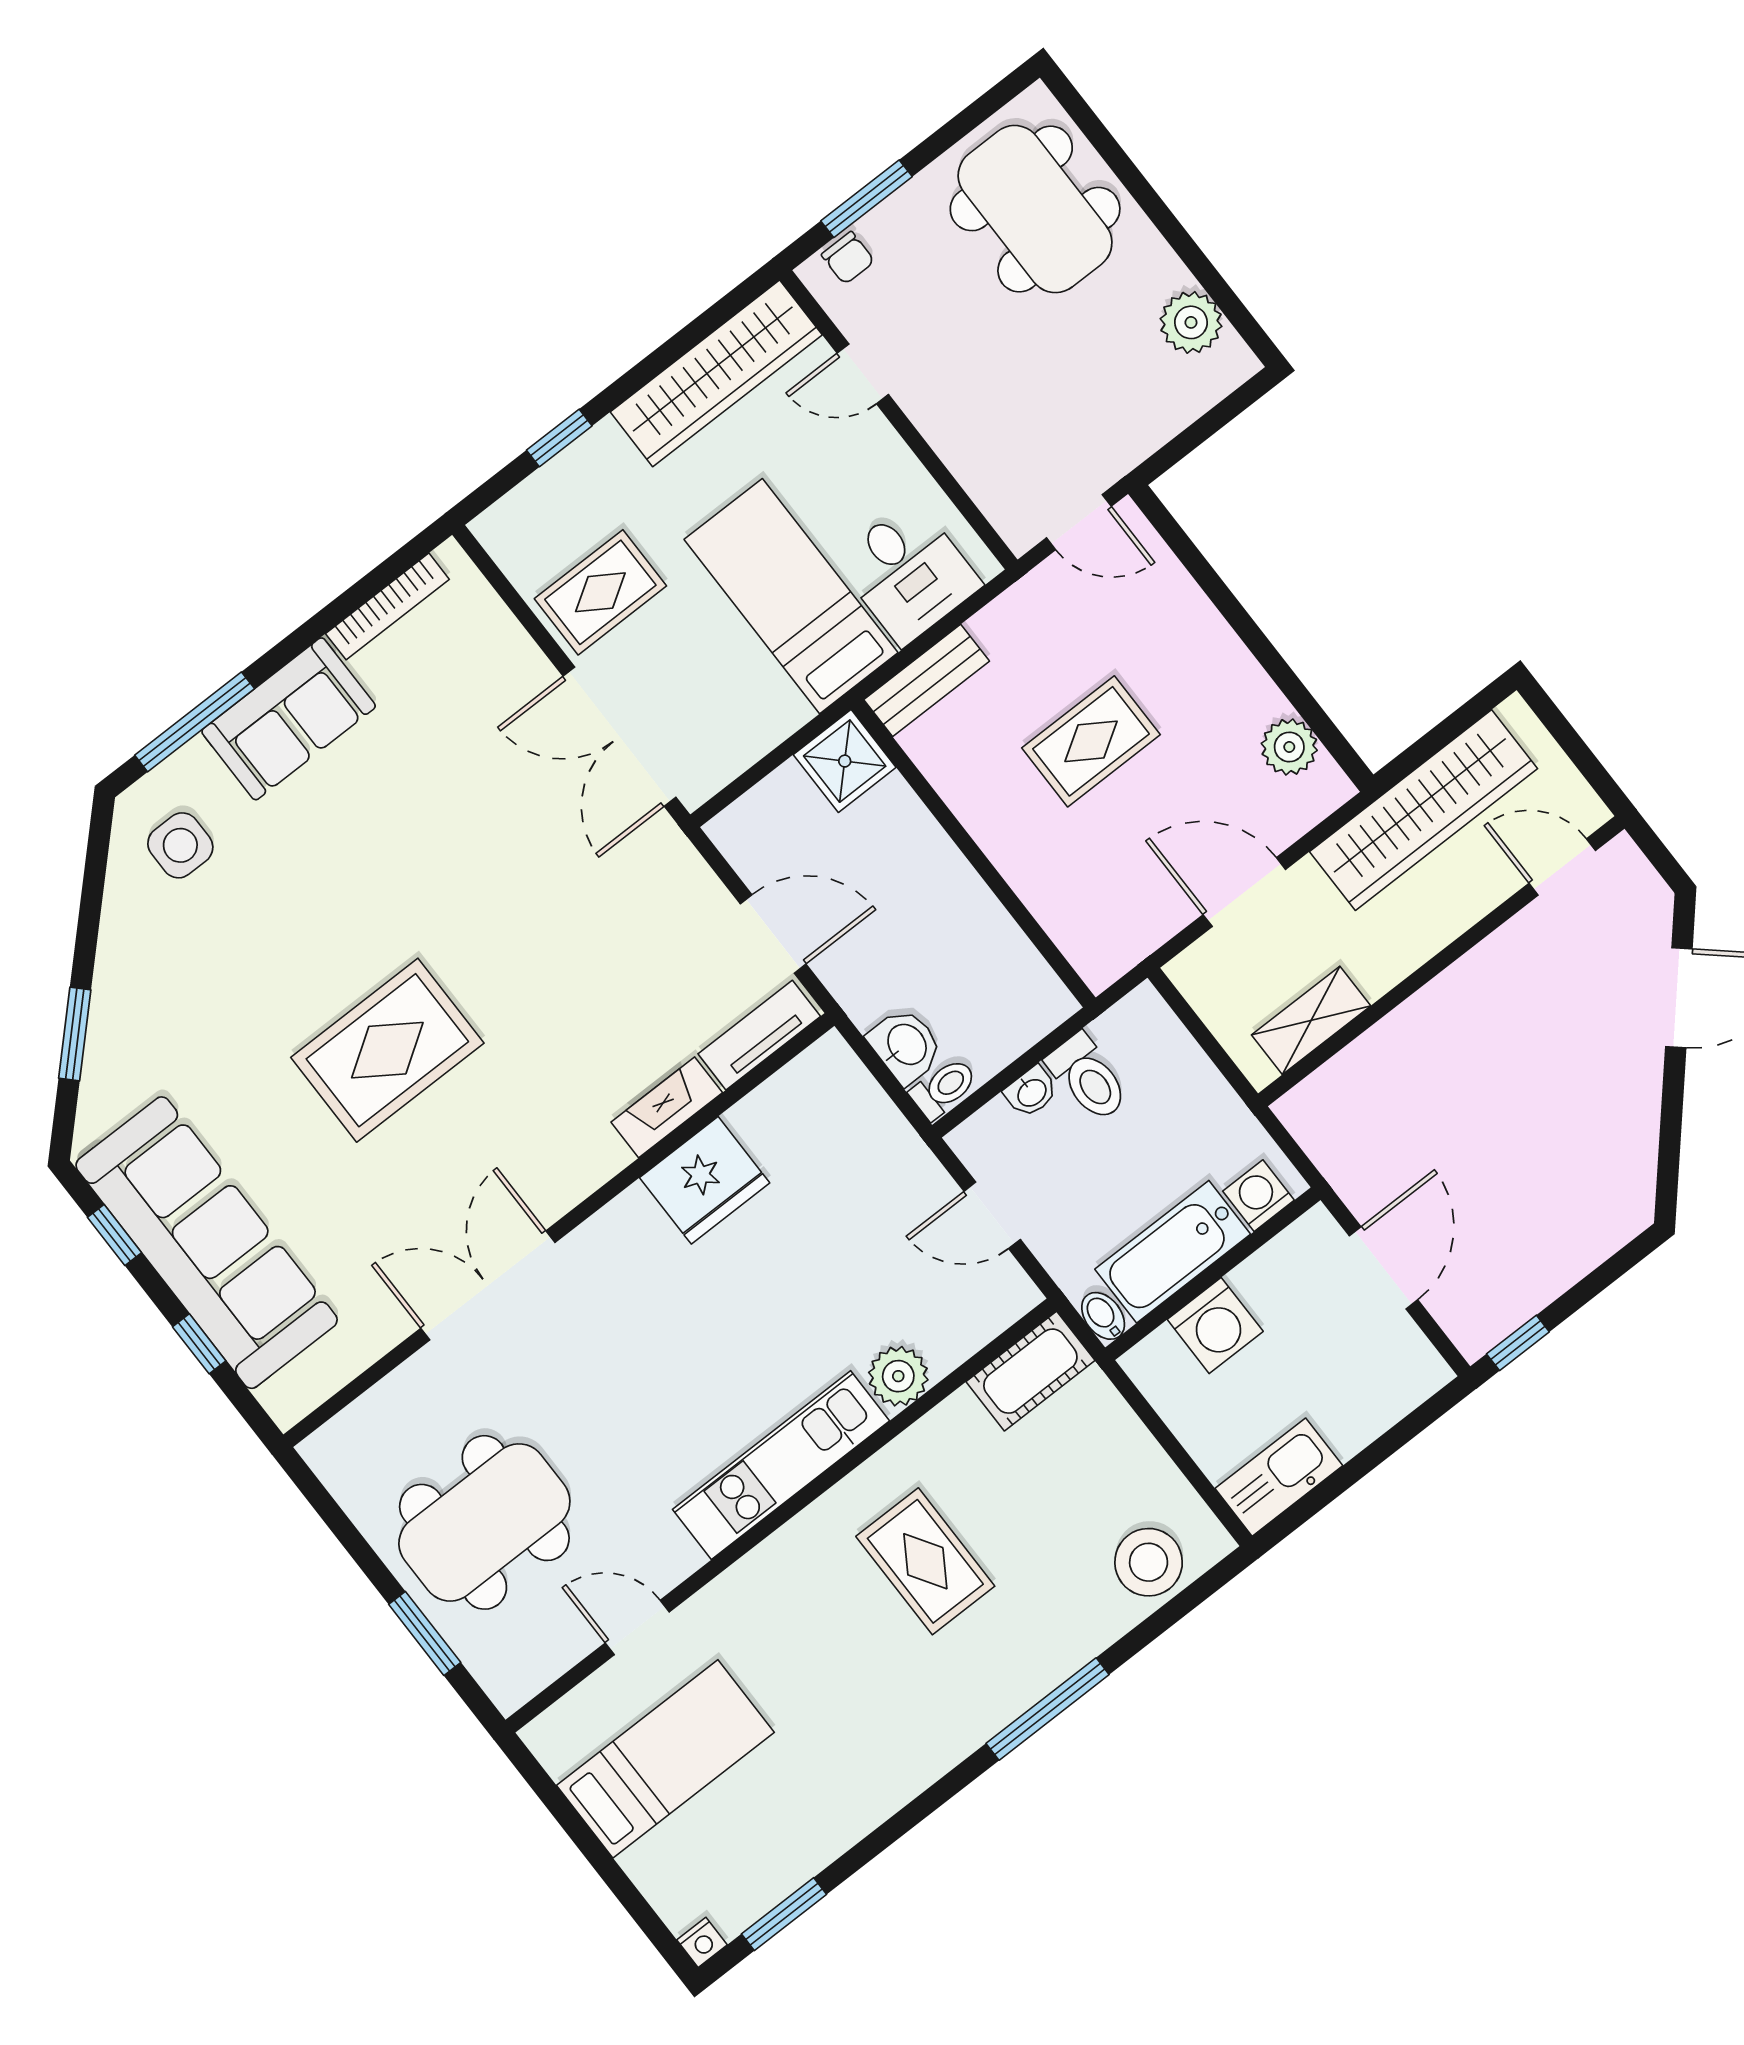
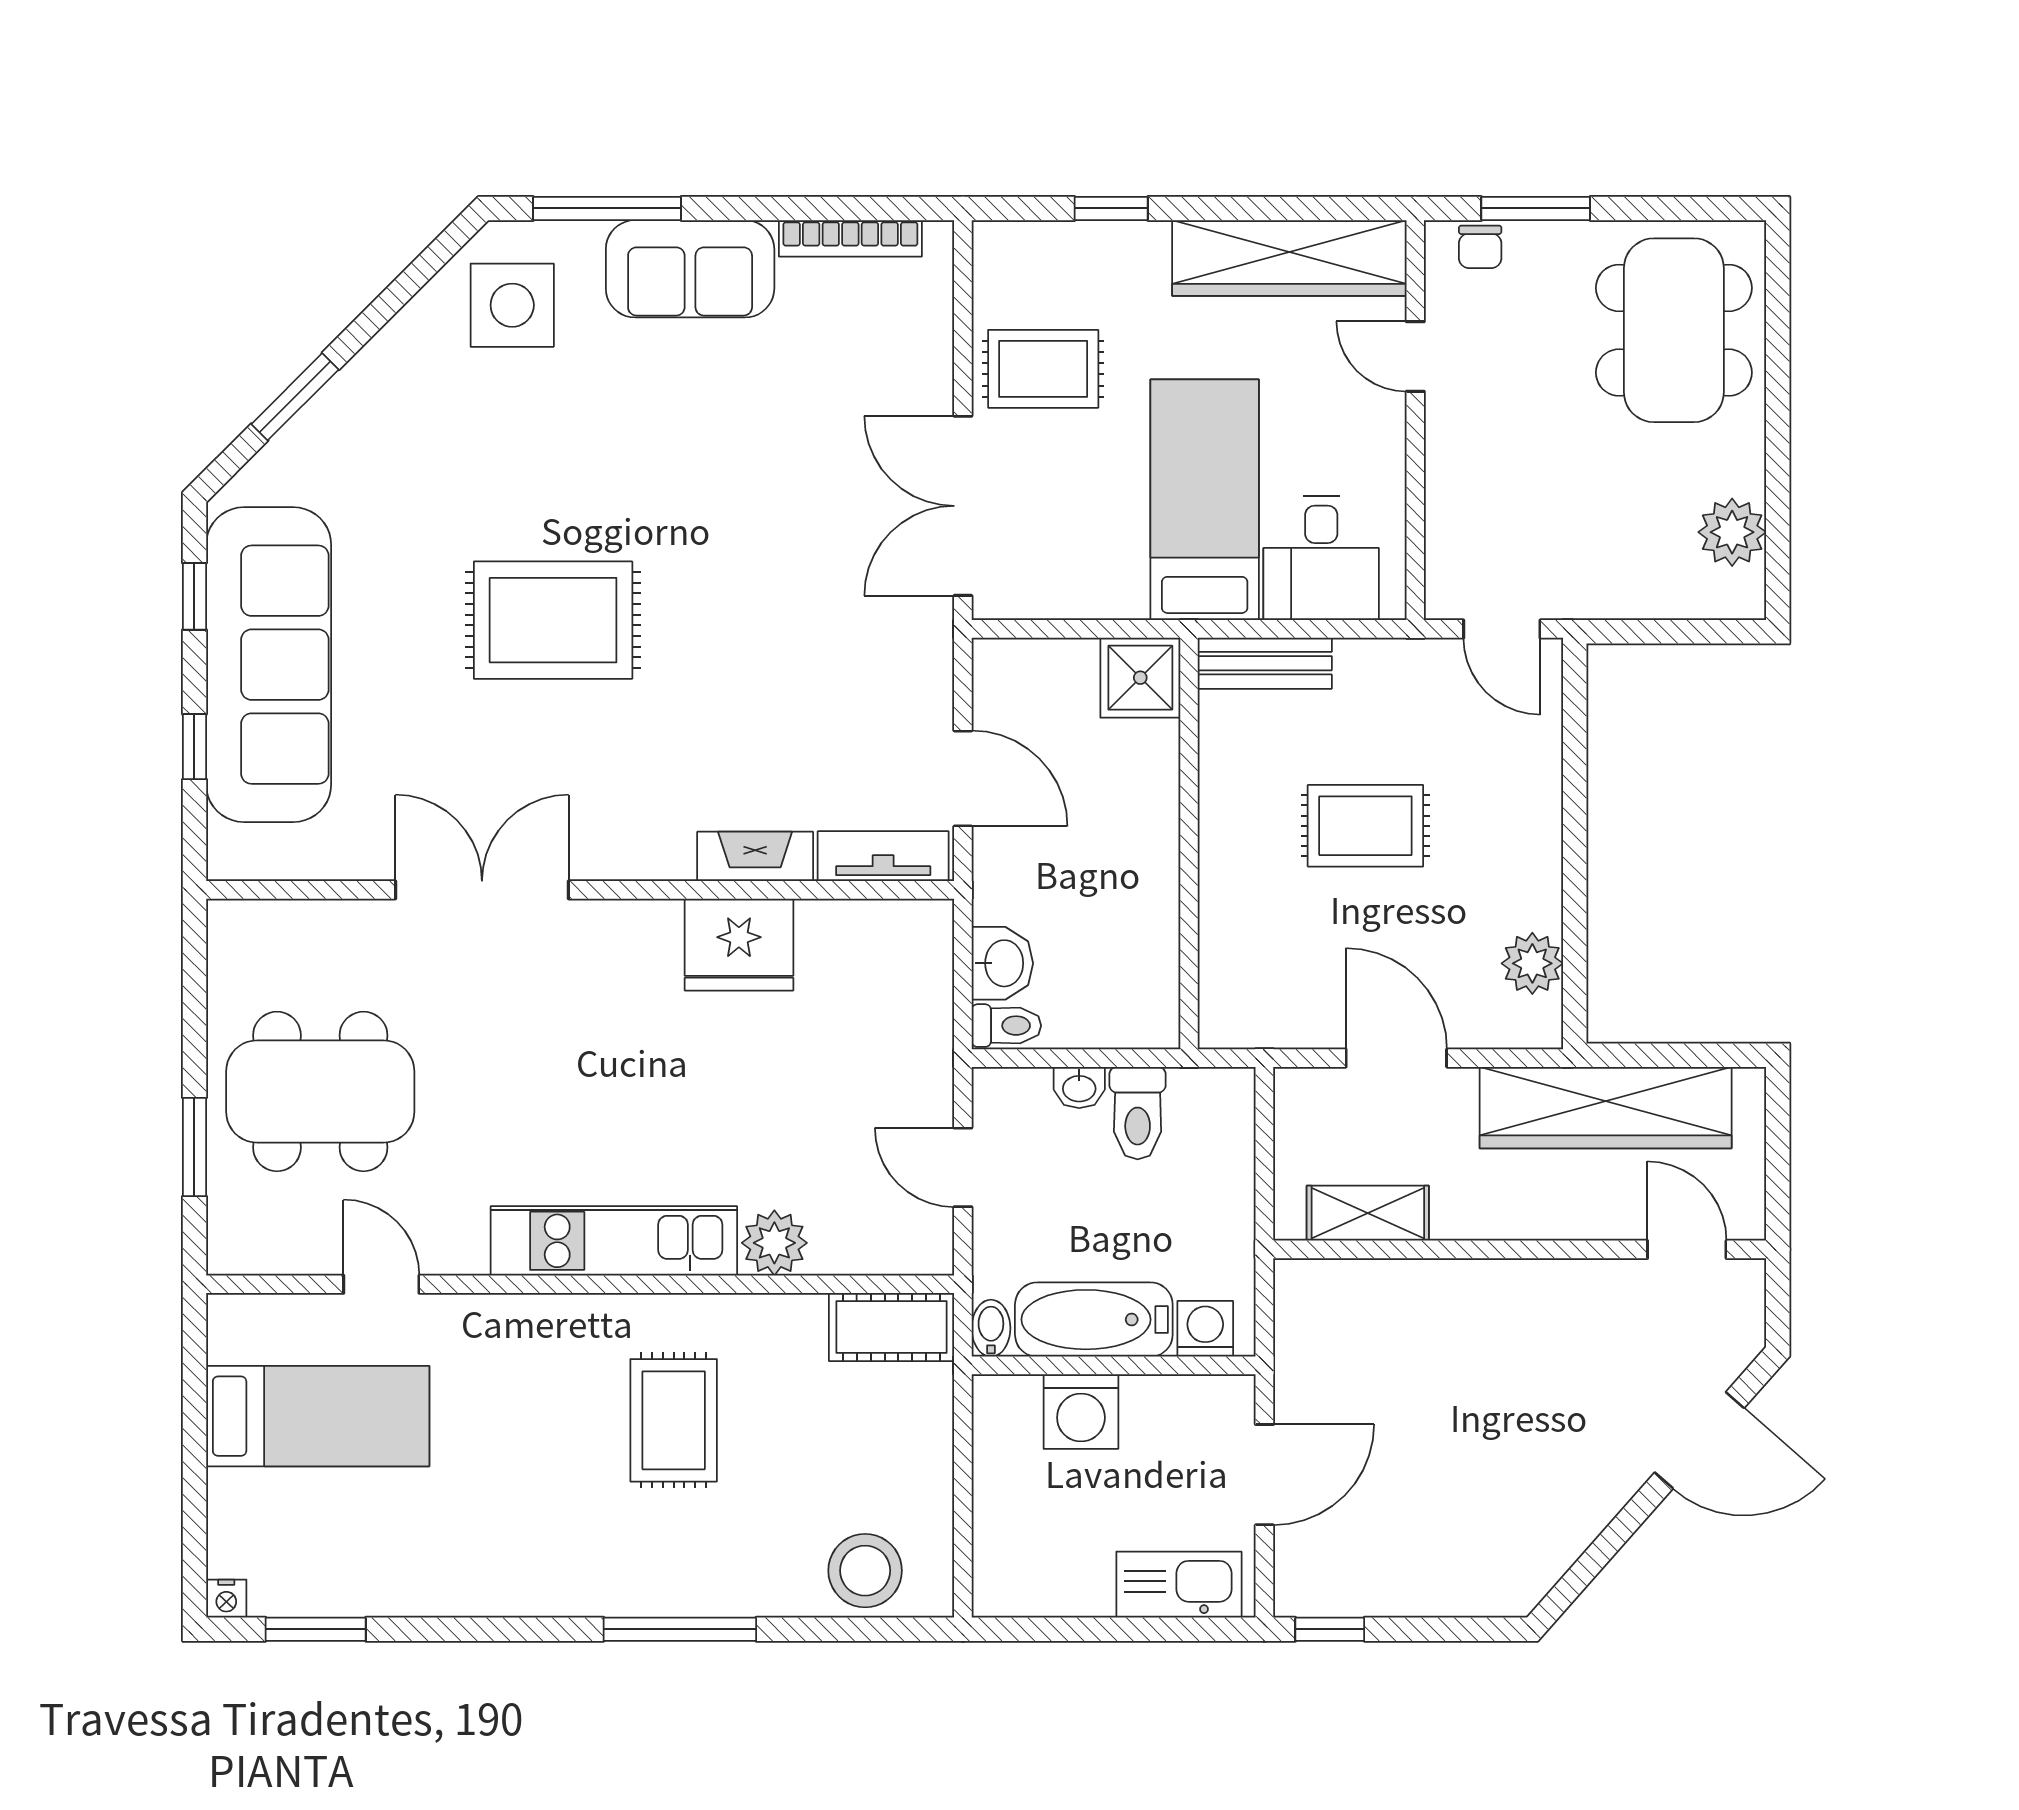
side table: (180, 845) -> (512, 305), width x1.37, depth x1.37
kitchen sink: (1279, 1477) -> (1179, 1585), moved

